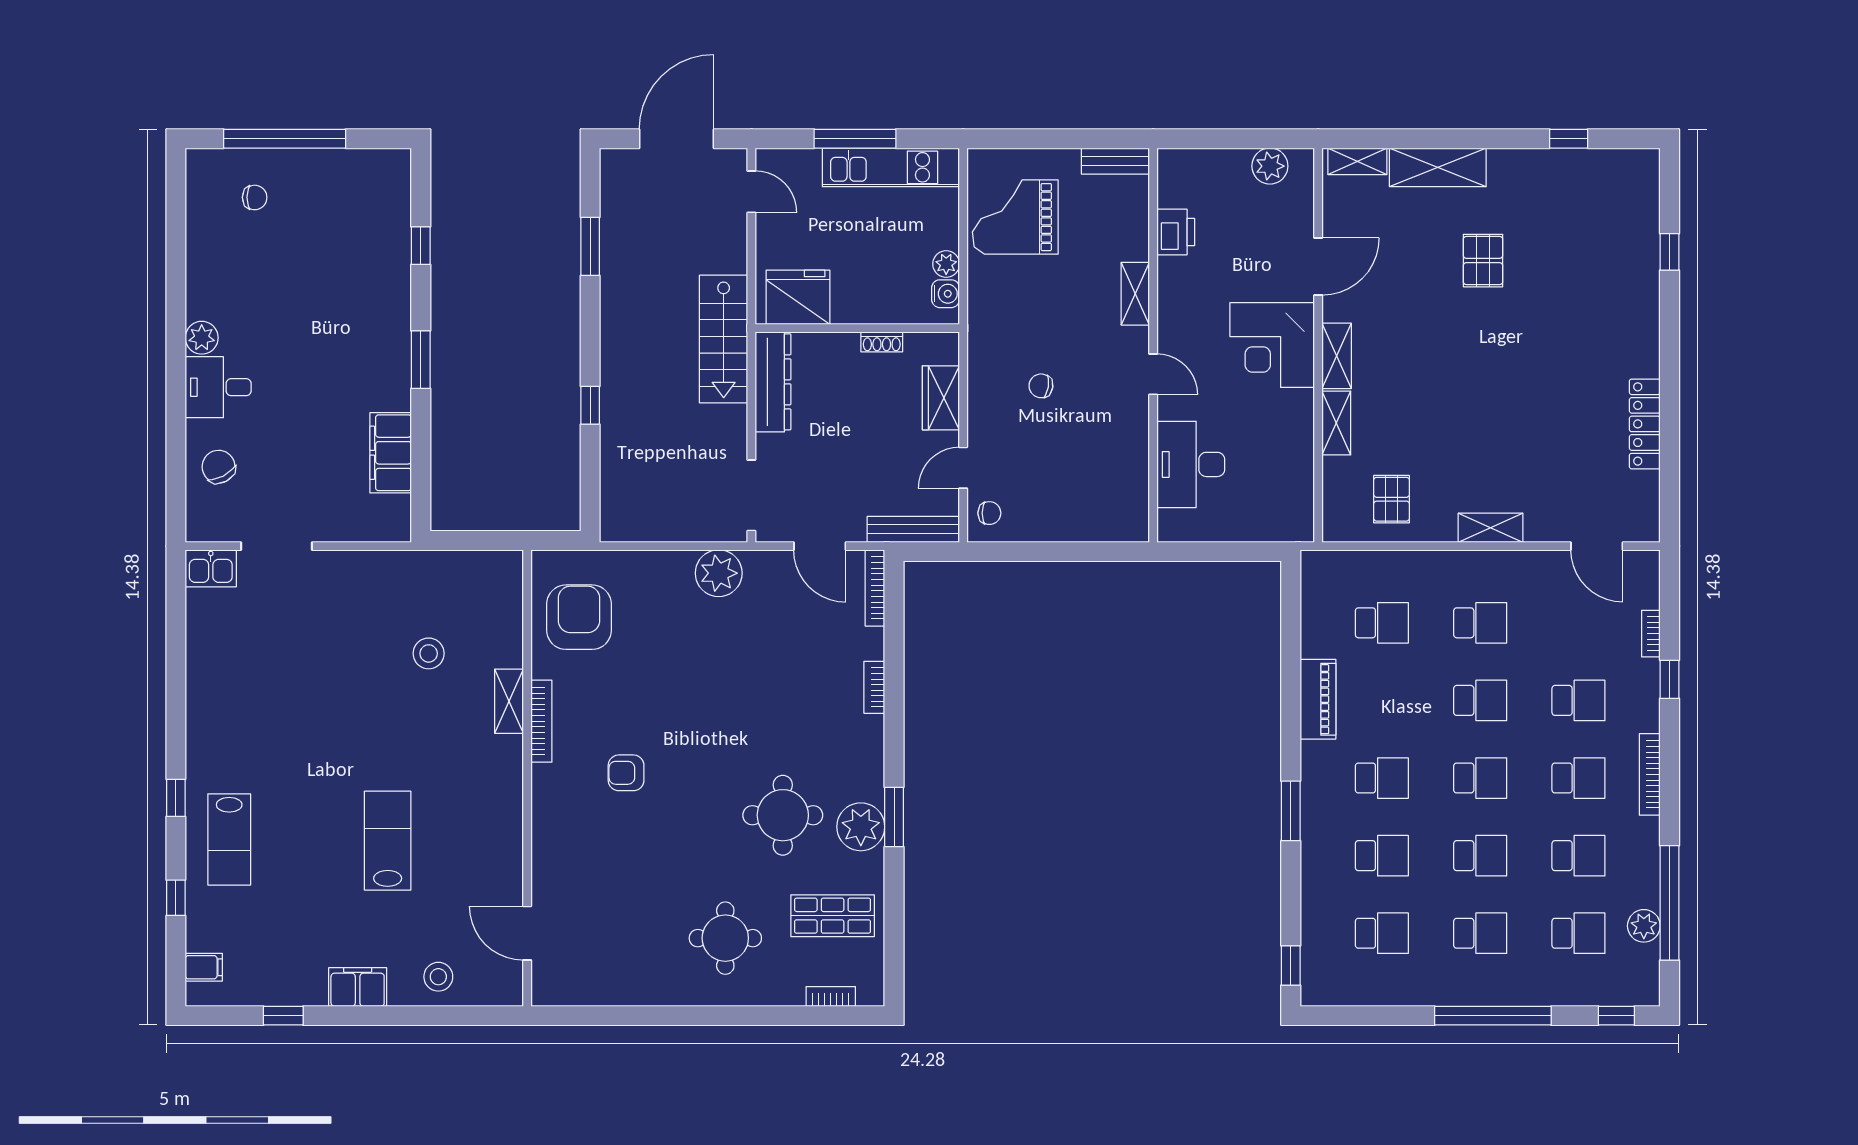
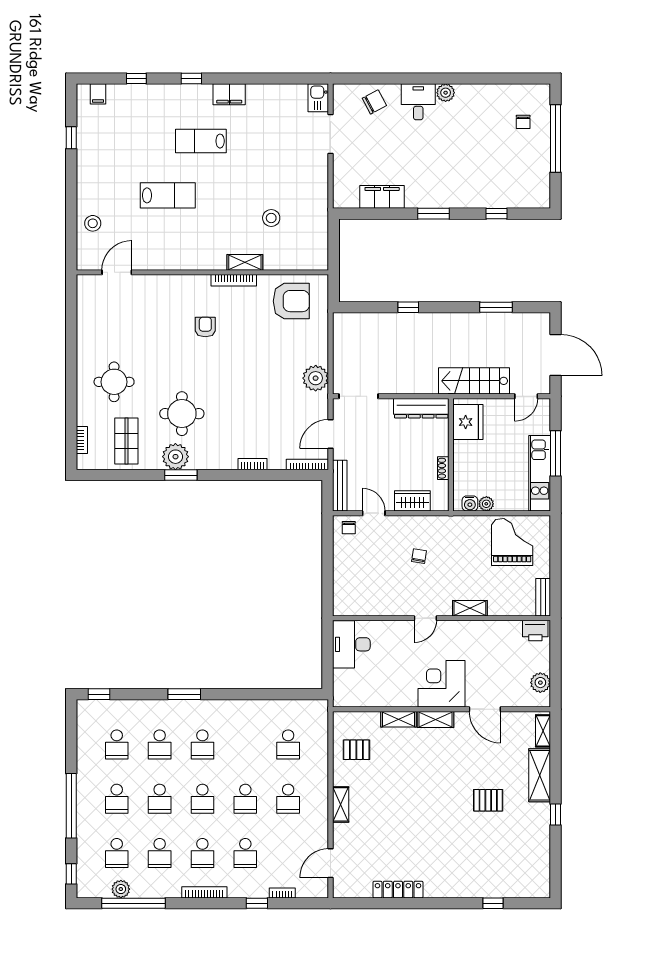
window: (1569, 139) -> (555, 815), moved
printer: (1176, 232) -> (535, 631), moved
stairs: (724, 339) -> (474, 381), moved
desk: (1191, 464) -> (351, 644), moved, turned -90
piano: (1318, 699) -> (246, 709), removed
lab bench: (229, 839) -> (201, 141), moved
filing cabinet: (358, 987) -> (229, 94), moved, turned 90

